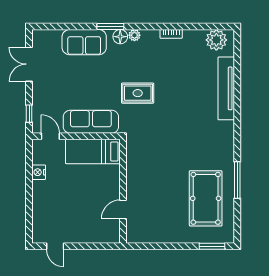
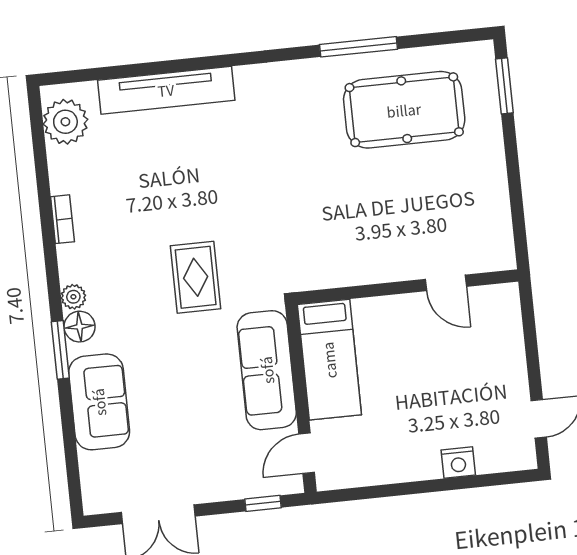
nightstand: (39, 172) -> (458, 462), moved

